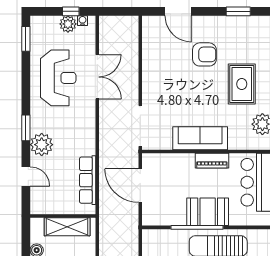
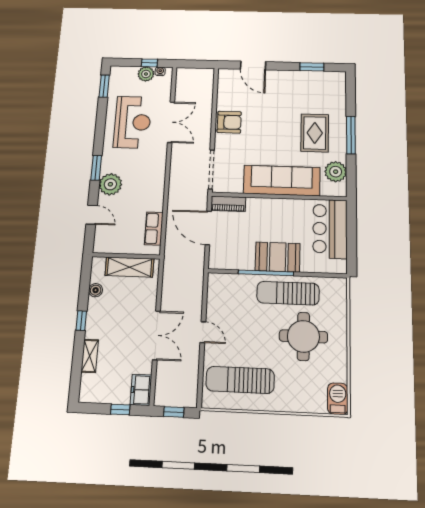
armchair: (204, 54) -> (229, 122), moved
sofa: (200, 138) -> (282, 181), width x1.36, depth x1.27
piano: (212, 161) -> (228, 204), moved
row of seats: (88, 180) -> (154, 228), width x0.68

